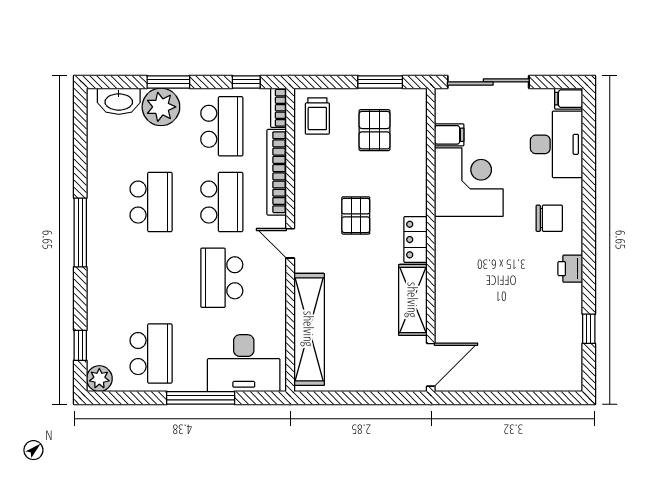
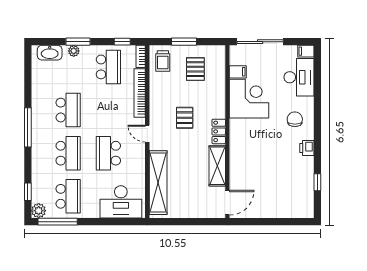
window: (380, 82) -> (184, 42), moved
plant: (161, 107) -> (74, 51), width x0.53, depth x0.53
school desk: (222, 202) -> (68, 153), moved
chair: (549, 218) -> (295, 119), turned -90
window: (201, 398) -> (58, 222), moved

